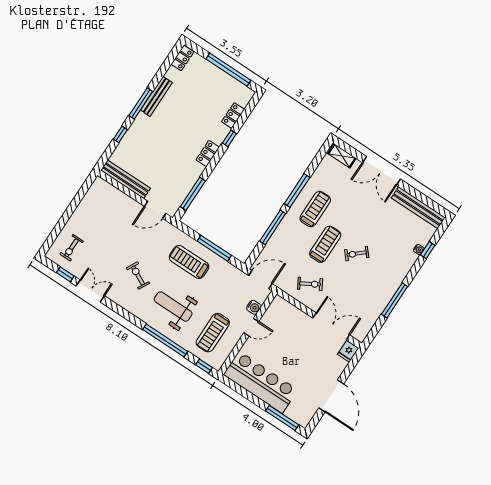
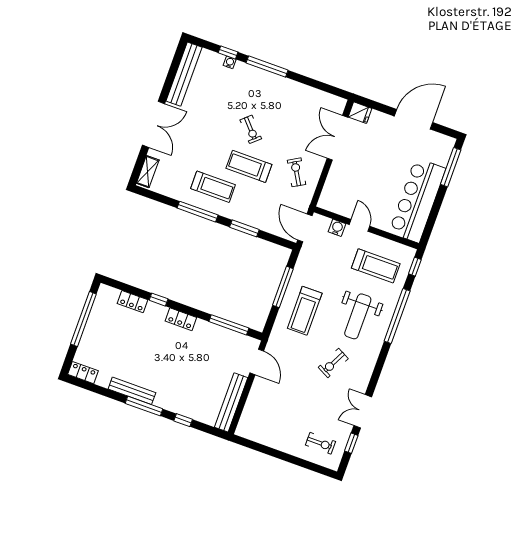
treadmill: (315, 209) -> (213, 187), turned 180
window: (273, 227) -> (244, 228), width x0.69
window: (395, 300) -> (267, 66), moved

